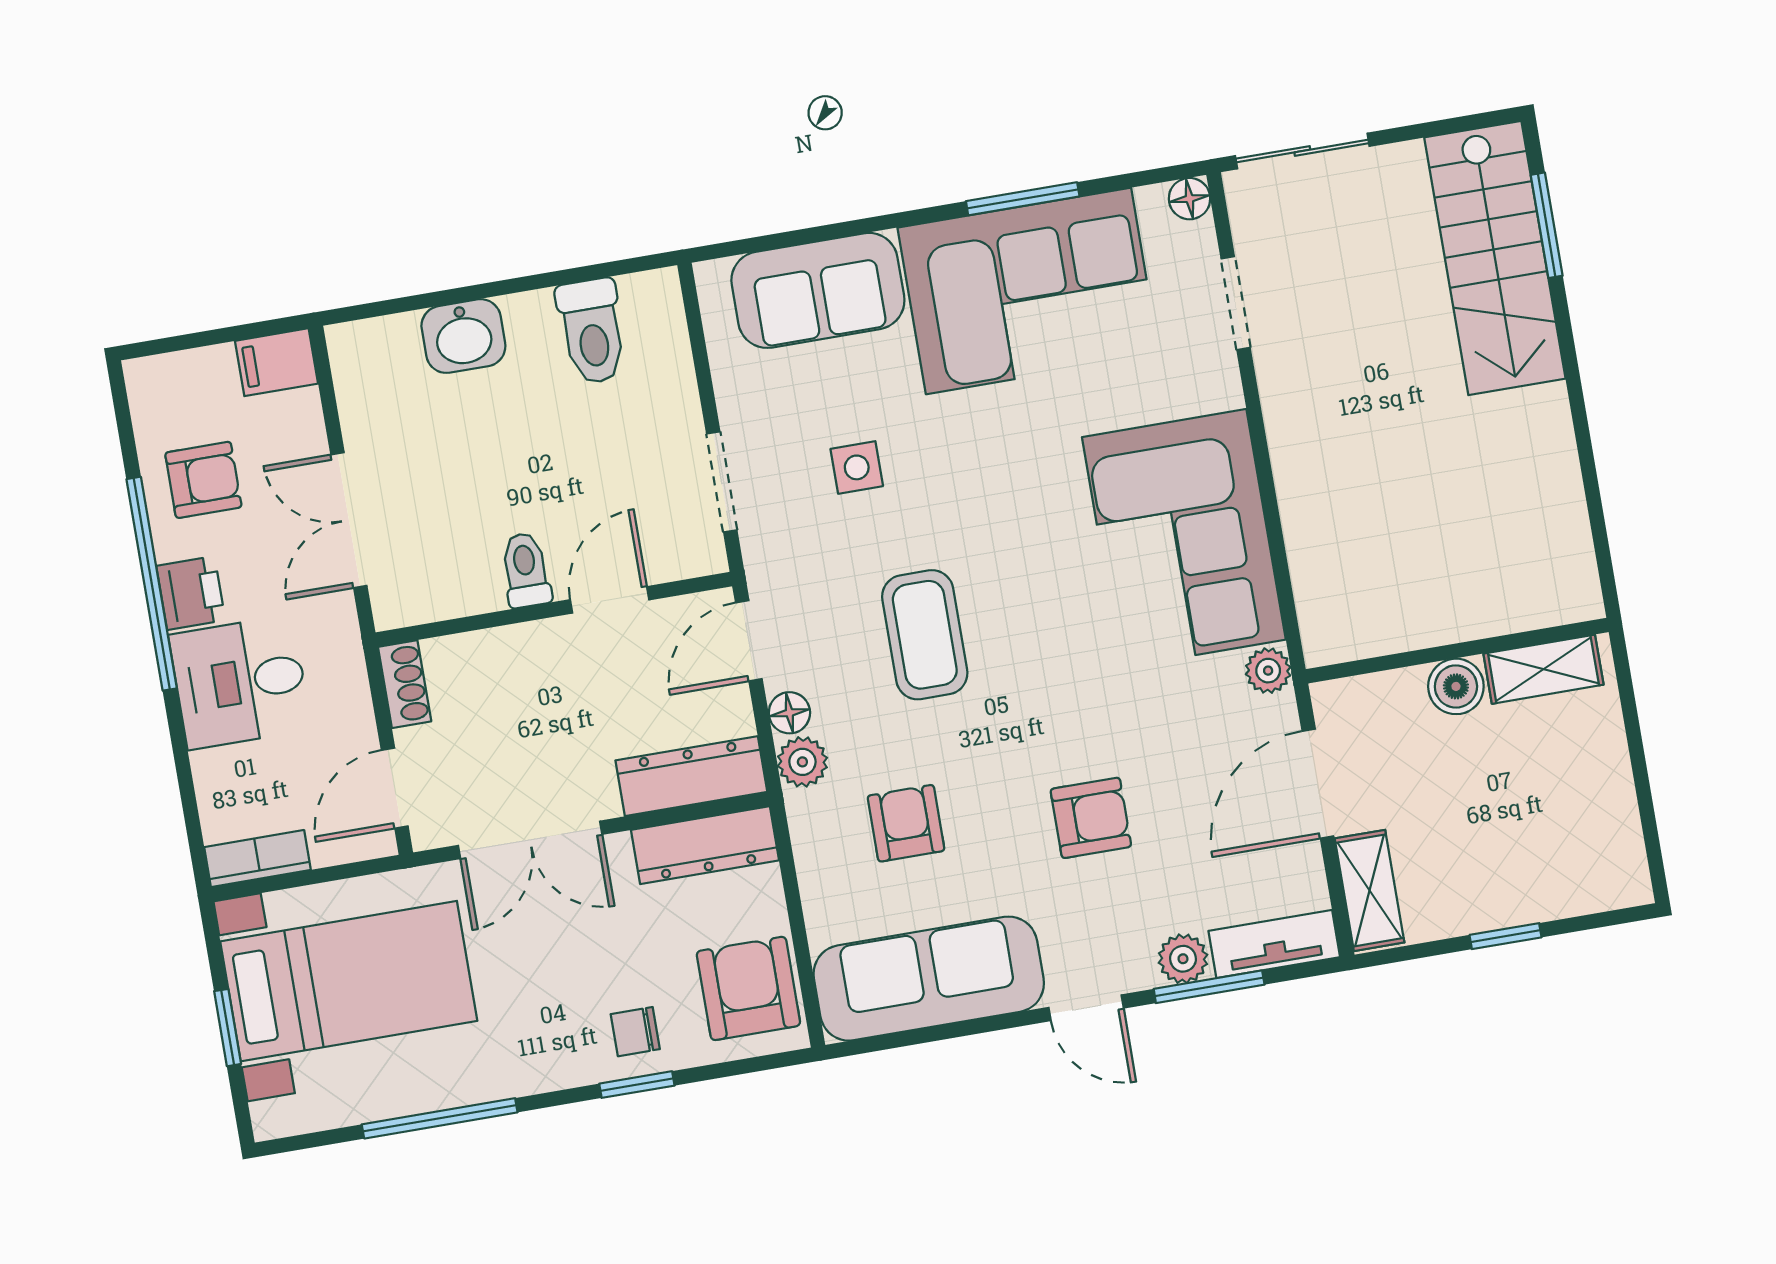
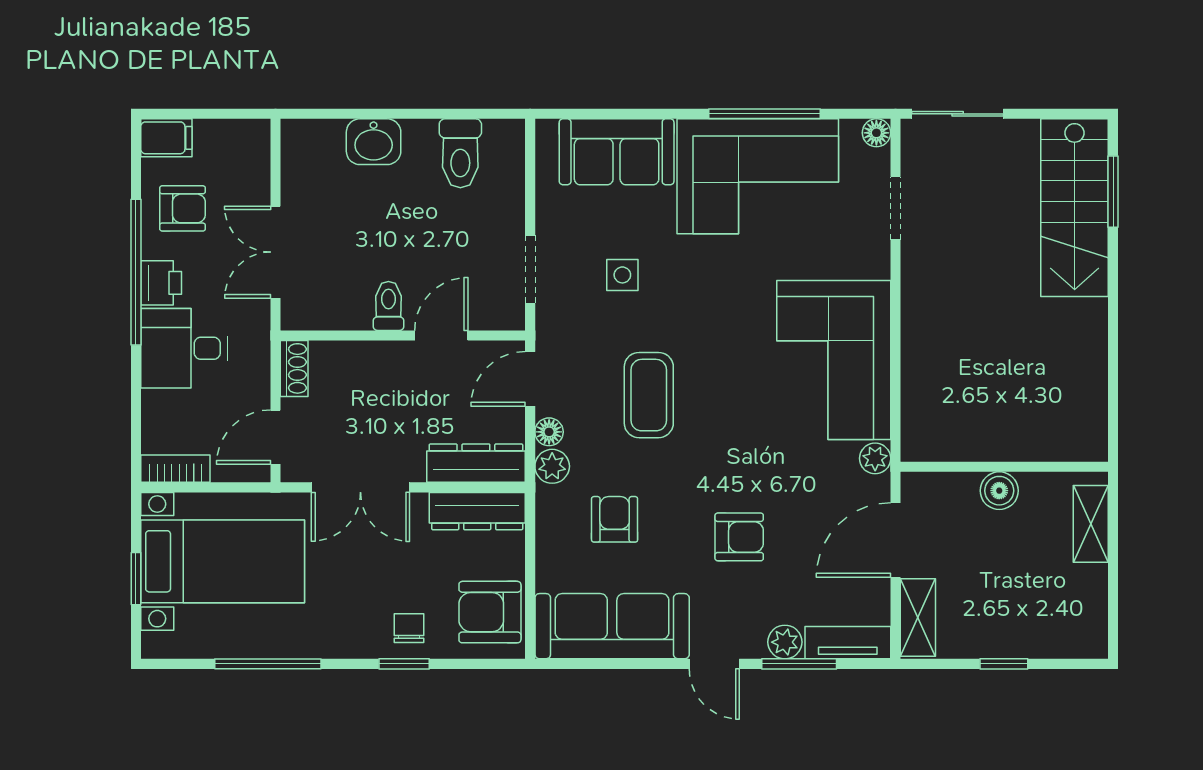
window: (1023, 199) -> (764, 114), width x1.44
filing cabinet: (277, 362) -> (166, 138), moved, turned 180
shelving: (1543, 669) -> (1091, 524), moved, turned 90
armchair: (748, 988) -> (490, 612), turned -90
chair: (635, 1032) -> (409, 628), turned 90

